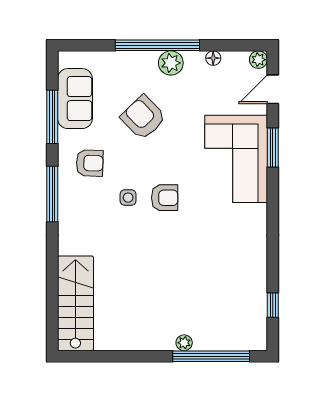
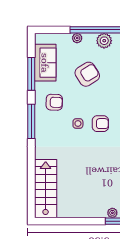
plant: (127, 59) -> (77, 38), added
armchair: (143, 117) -> (87, 74), turned 102

